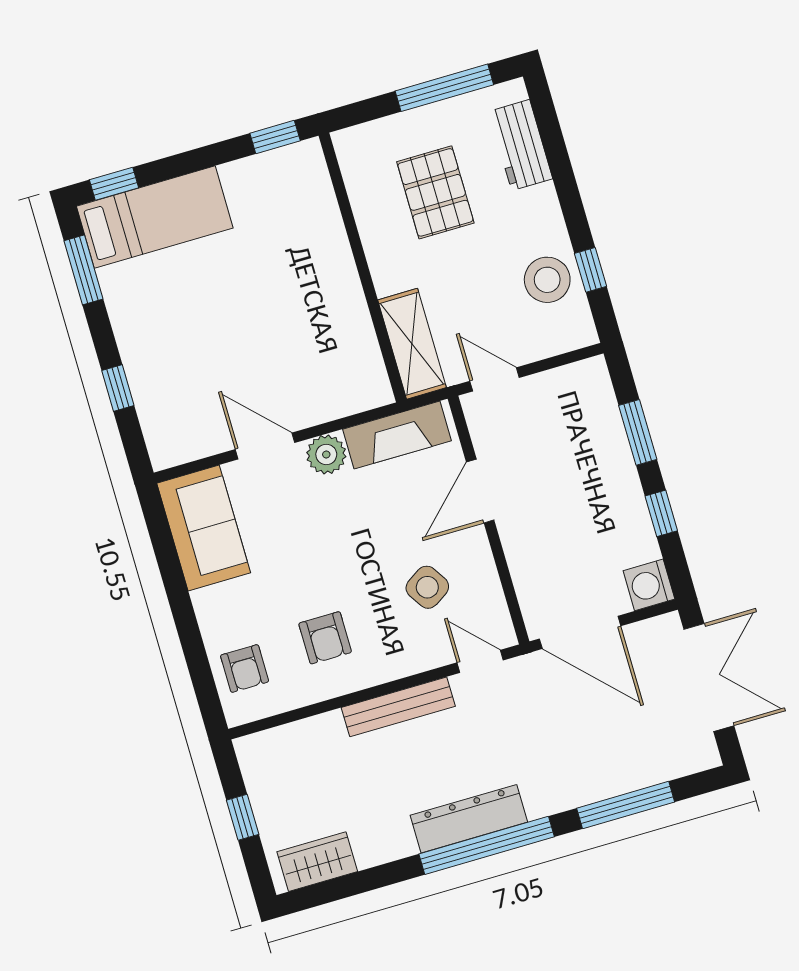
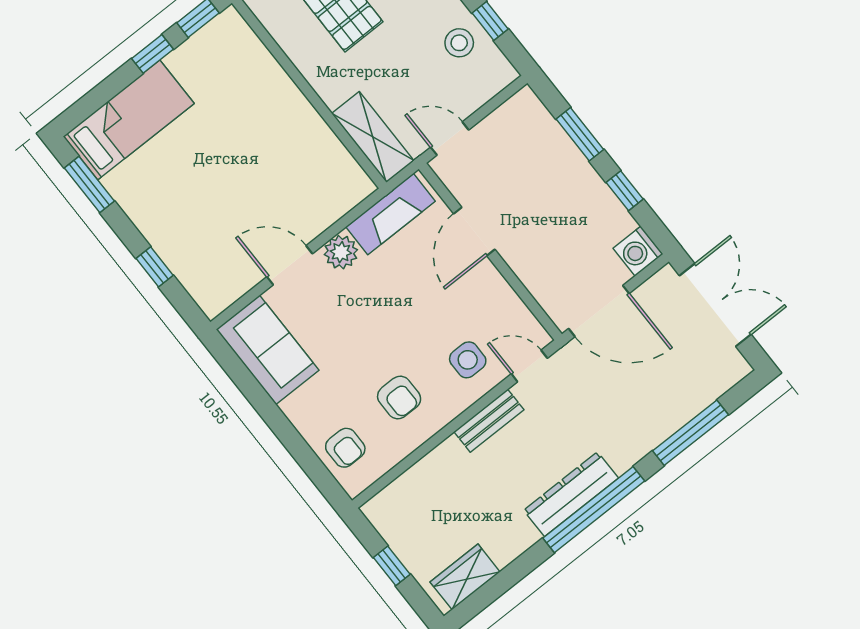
window: (114, 184) -> (153, 54), moved
stool: (547, 280) -> (459, 43), width x0.73, depth x0.73
side table: (427, 587) -> (468, 360), moved, turned 33
bench: (398, 707) -> (489, 421), width x0.73

